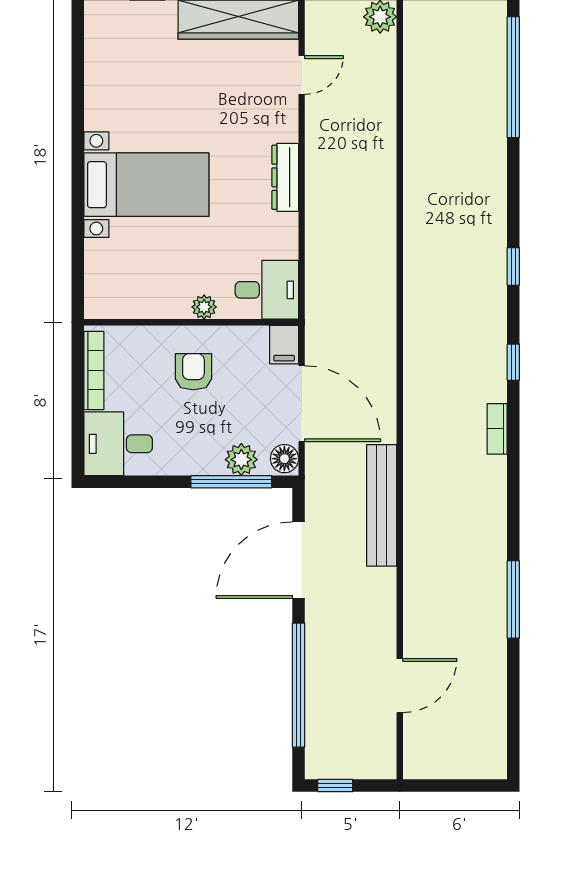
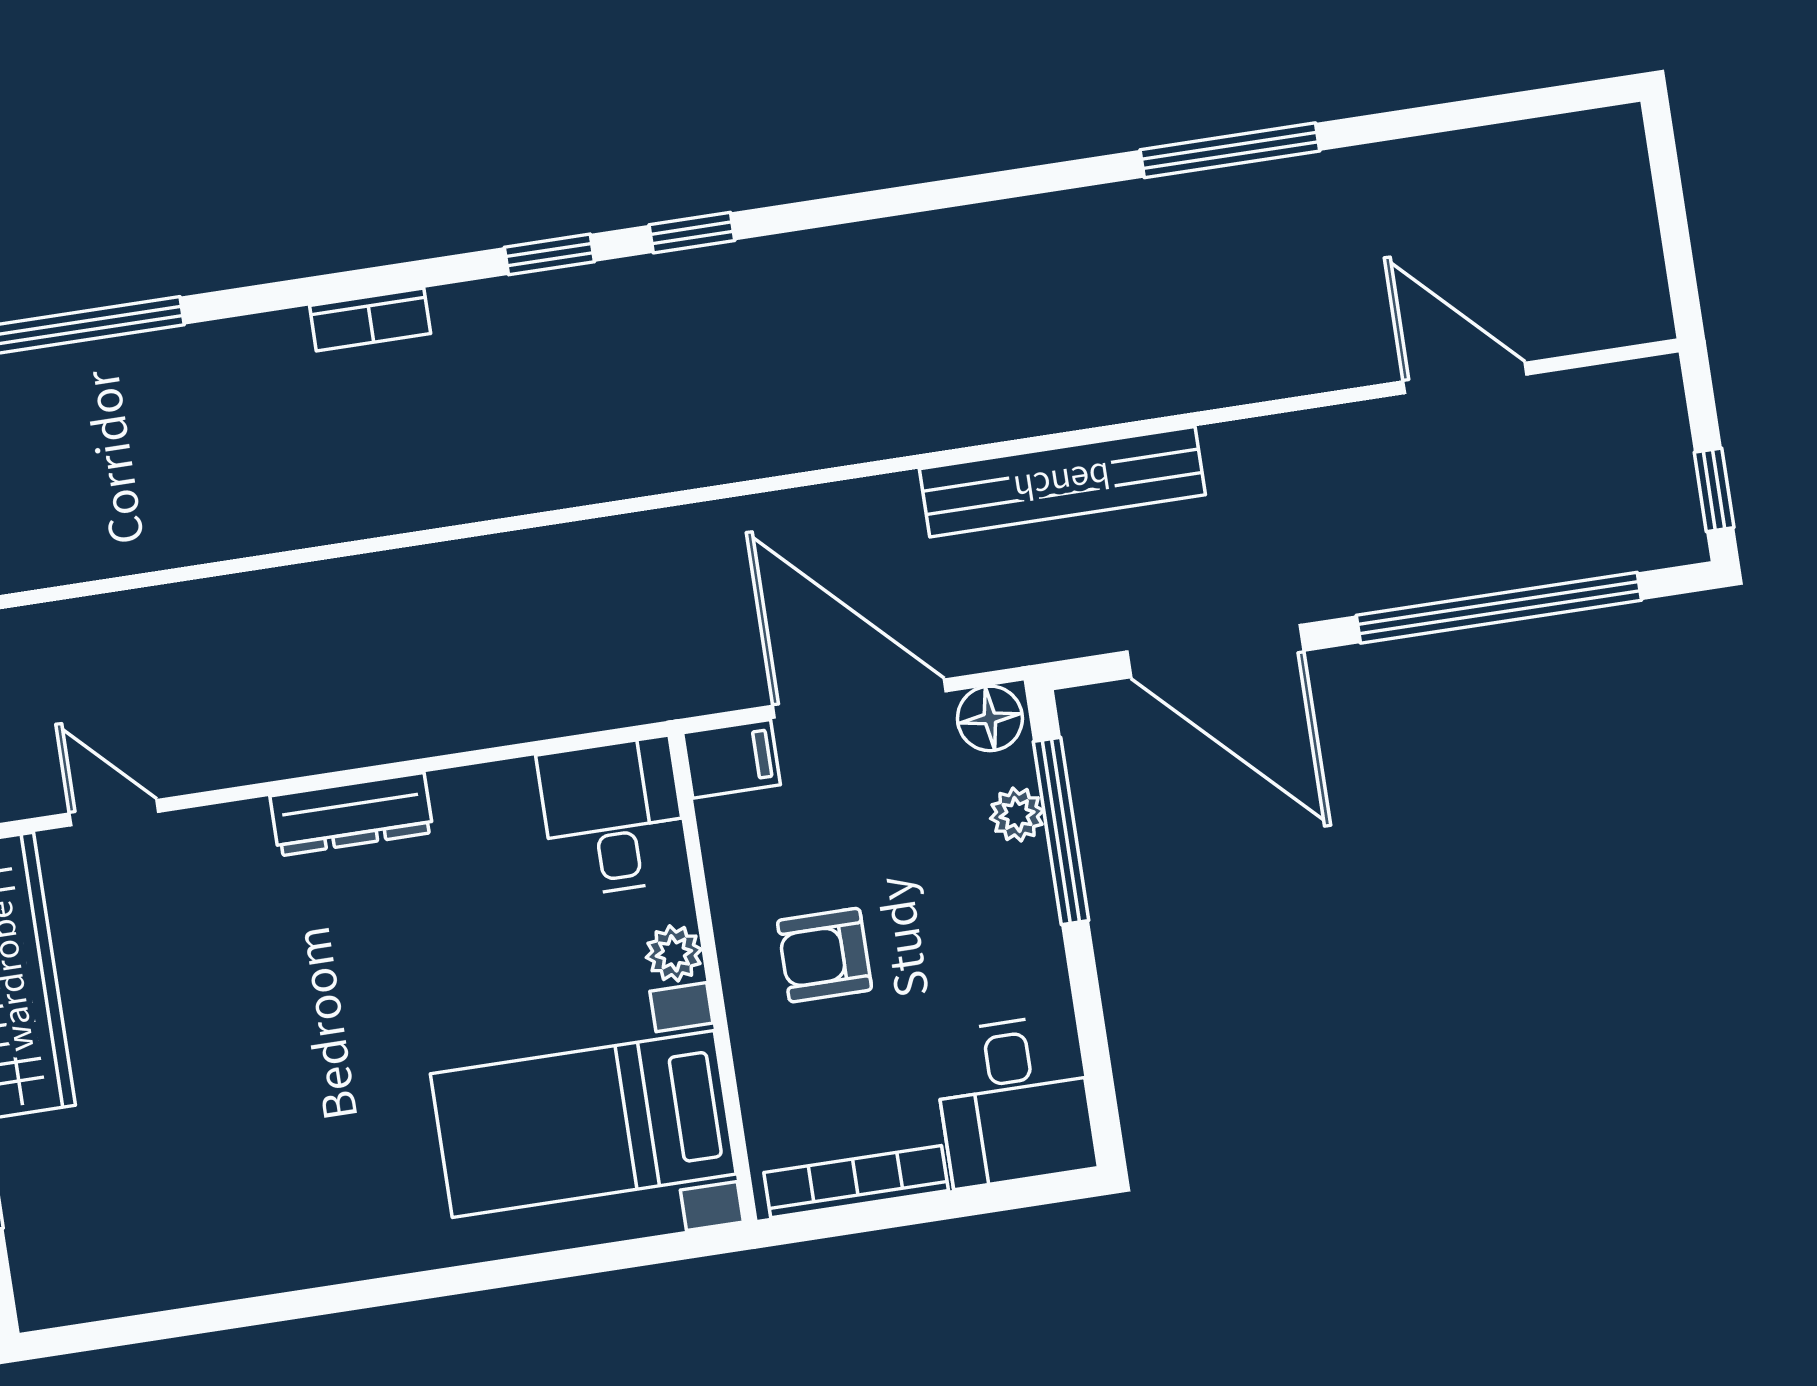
bed with nightstands: (146, 185) -> (583, 1124), moved, turned -90
window: (513, 266) -> (549, 254), moved
door: (302, 404) -> (859, 699), hinge flipped
bookcase: (497, 429) -> (370, 320), moved
plant: (241, 460) -> (1017, 814), width x0.73, depth x0.73

